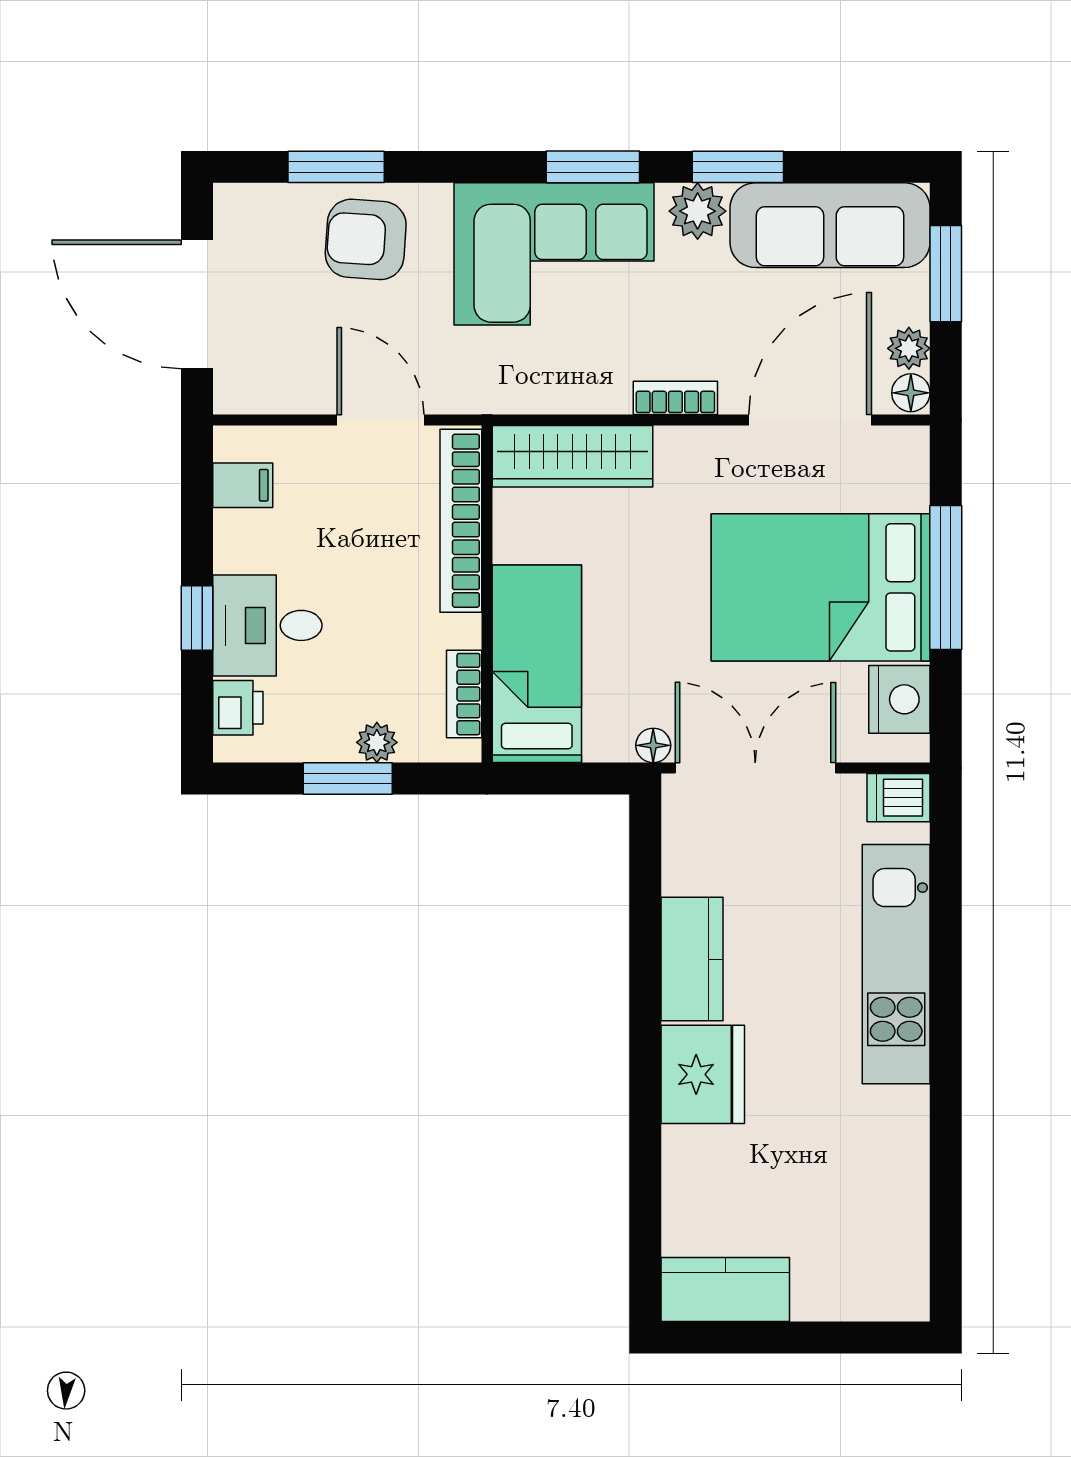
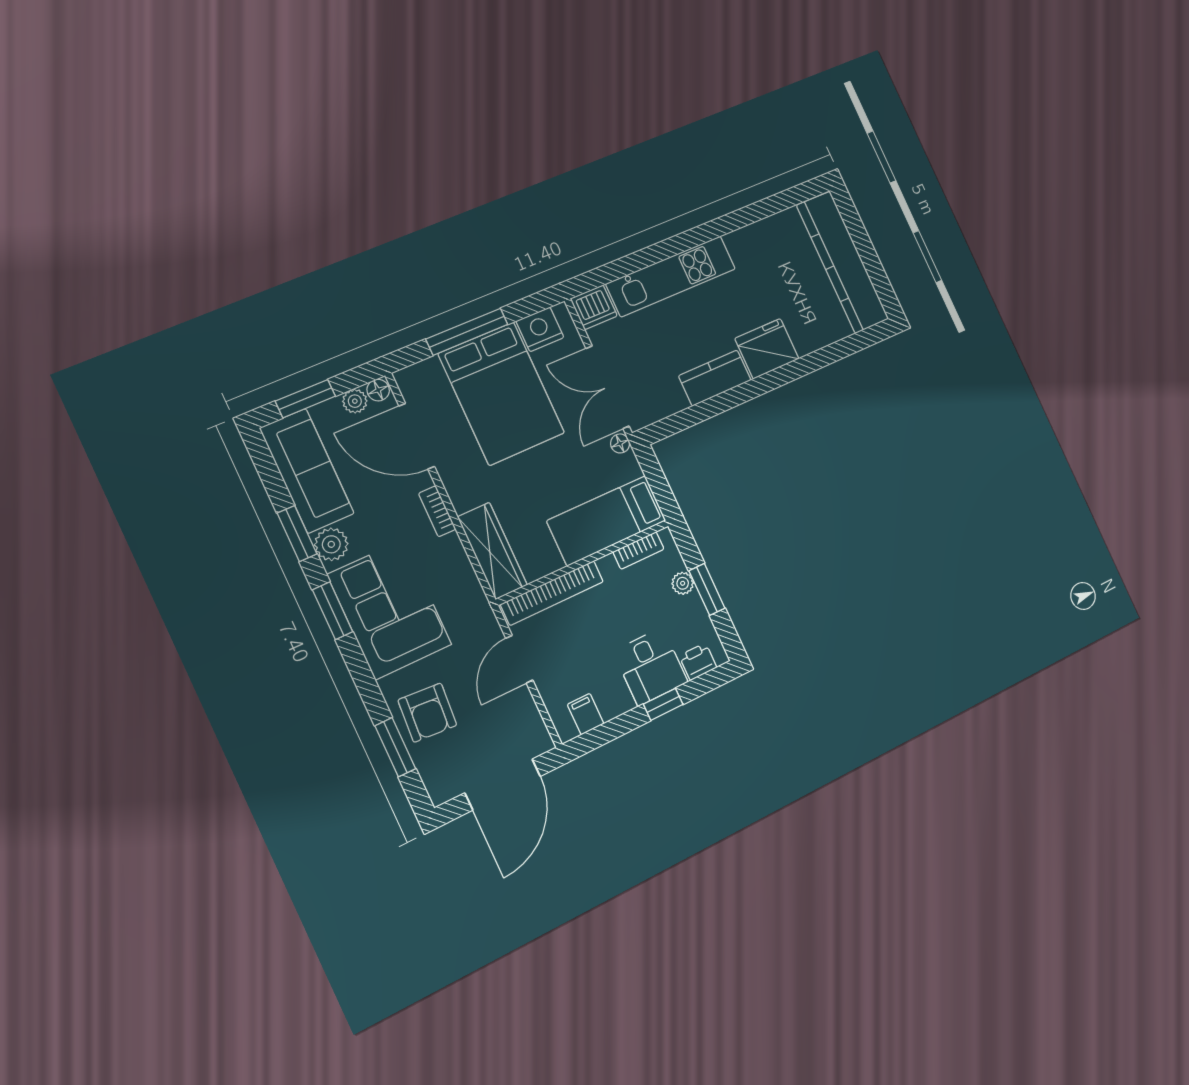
dishwasher: (899, 798) -> (594, 307), width x1.38
kitchen counter: (725, 1290) -> (843, 262), width x2.08, depth x1.17

